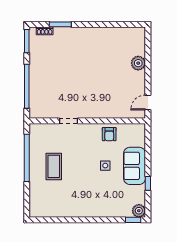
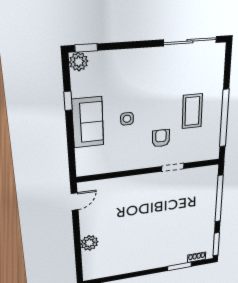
armchair: (109, 134) -> (161, 138), moved
sliding door: (57, 220) -> (190, 41), added

